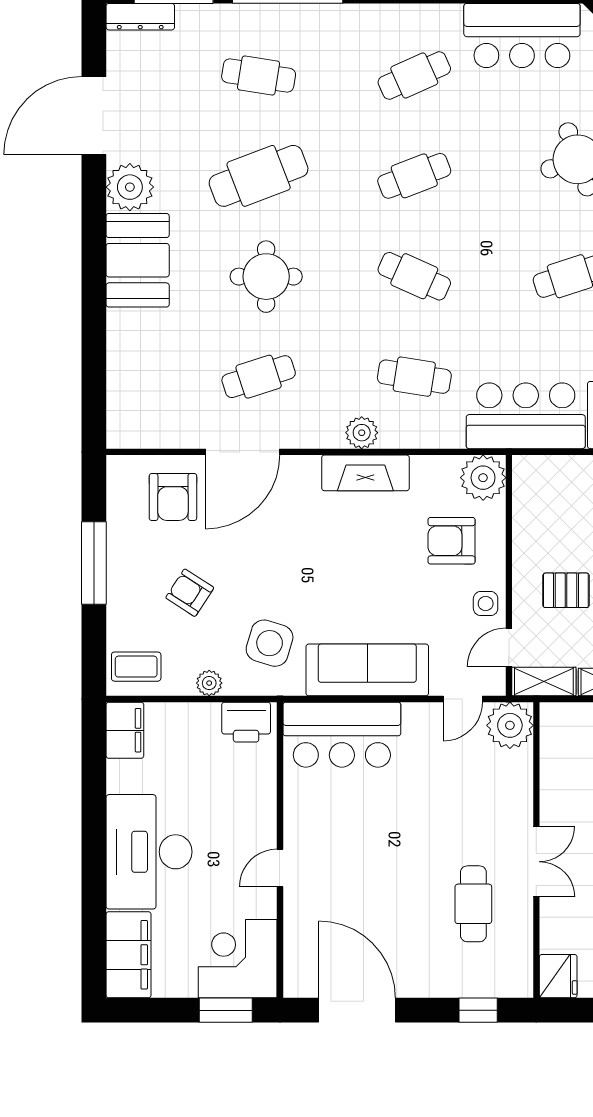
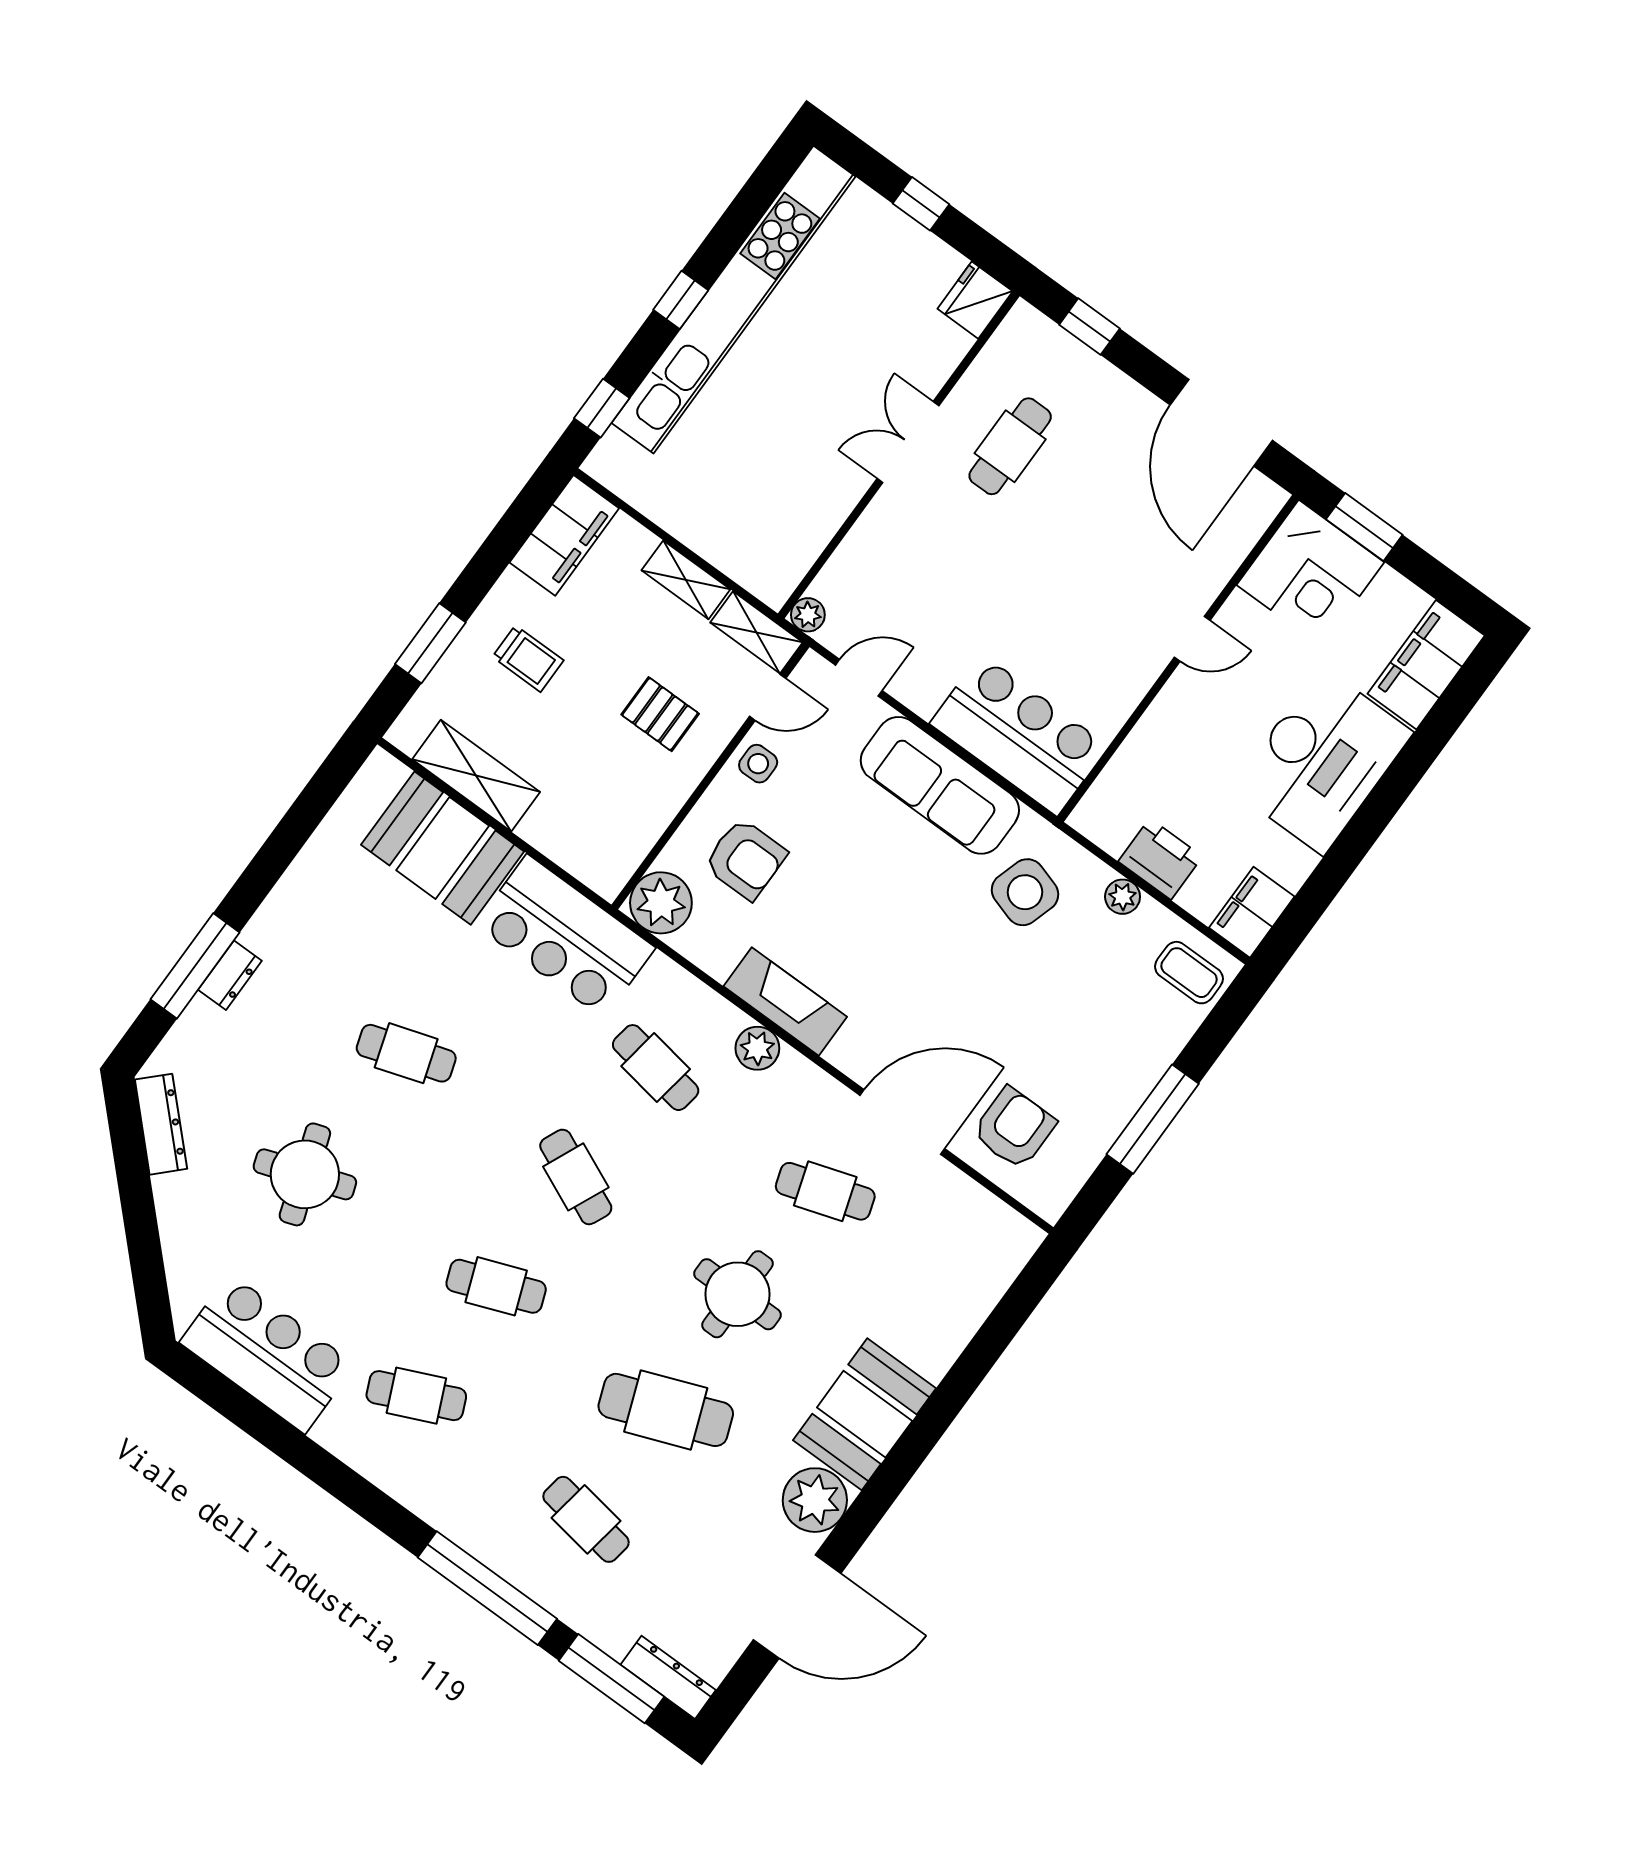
armchair: (190, 593) -> (1072, 1011), removed
printer: (246, 722) -> (1160, 859), moved
plant: (510, 725) -> (808, 615), width x0.53, depth x0.53

